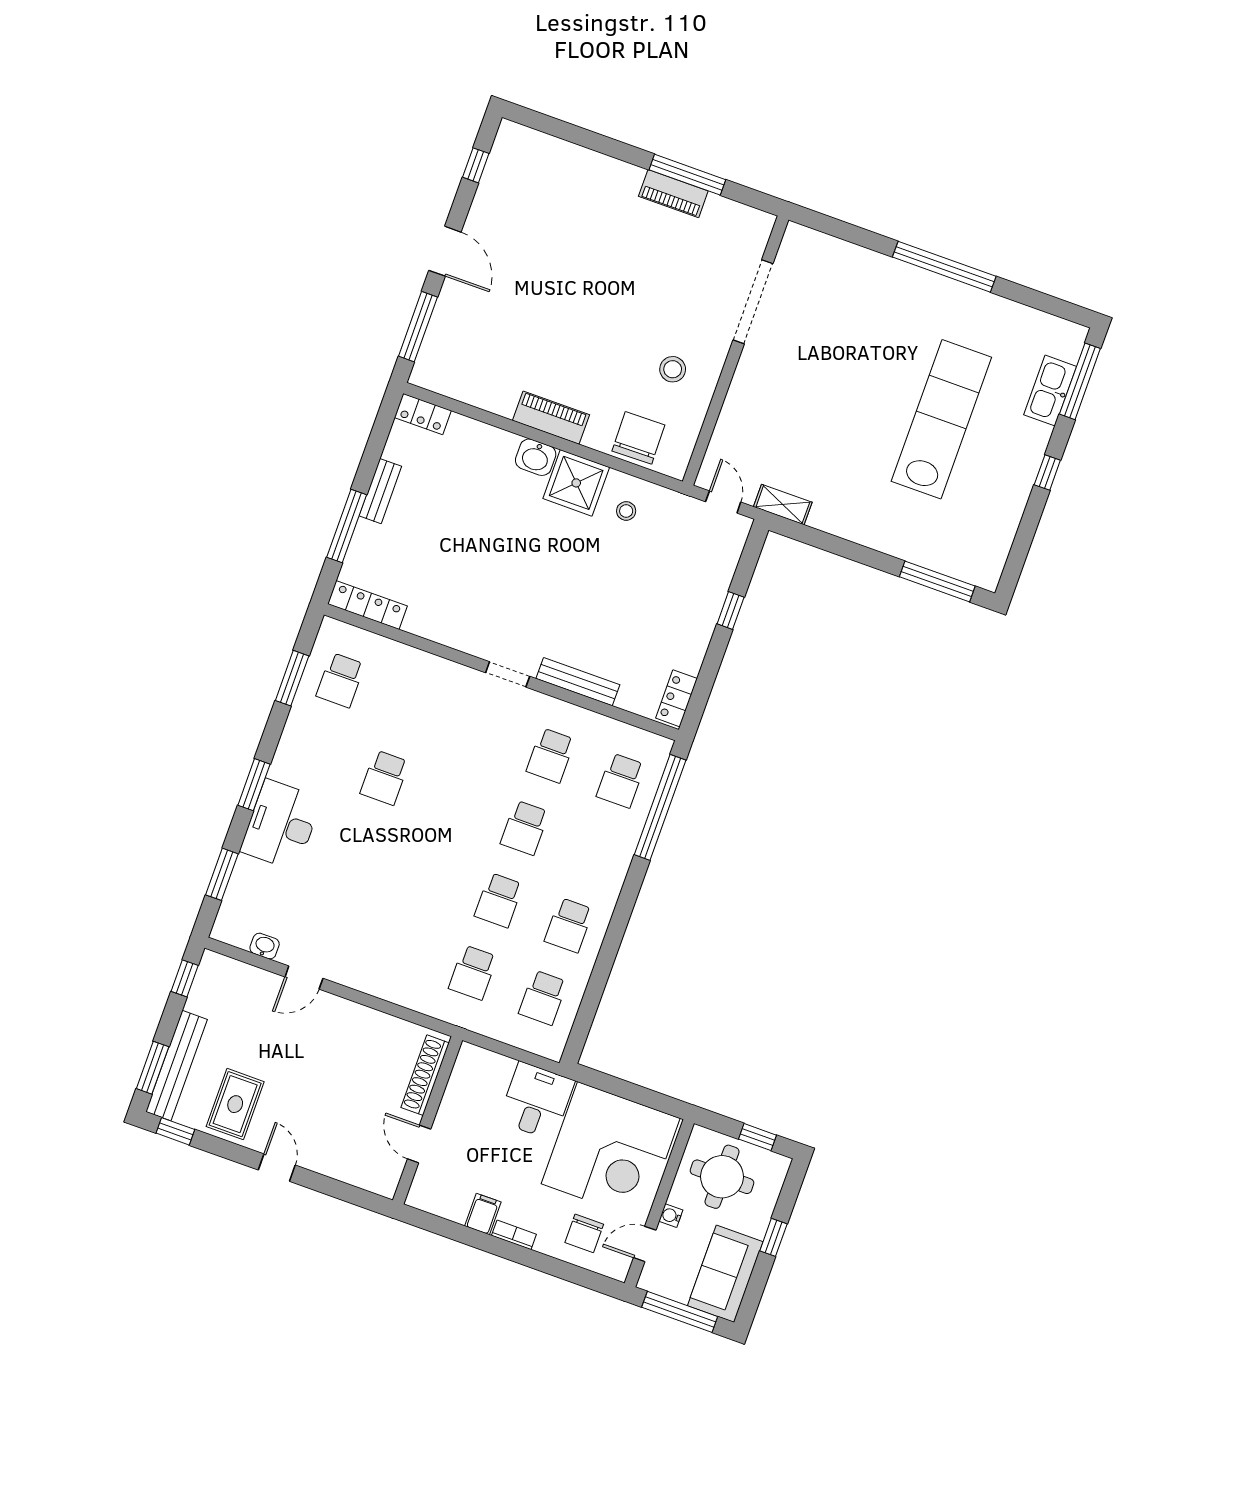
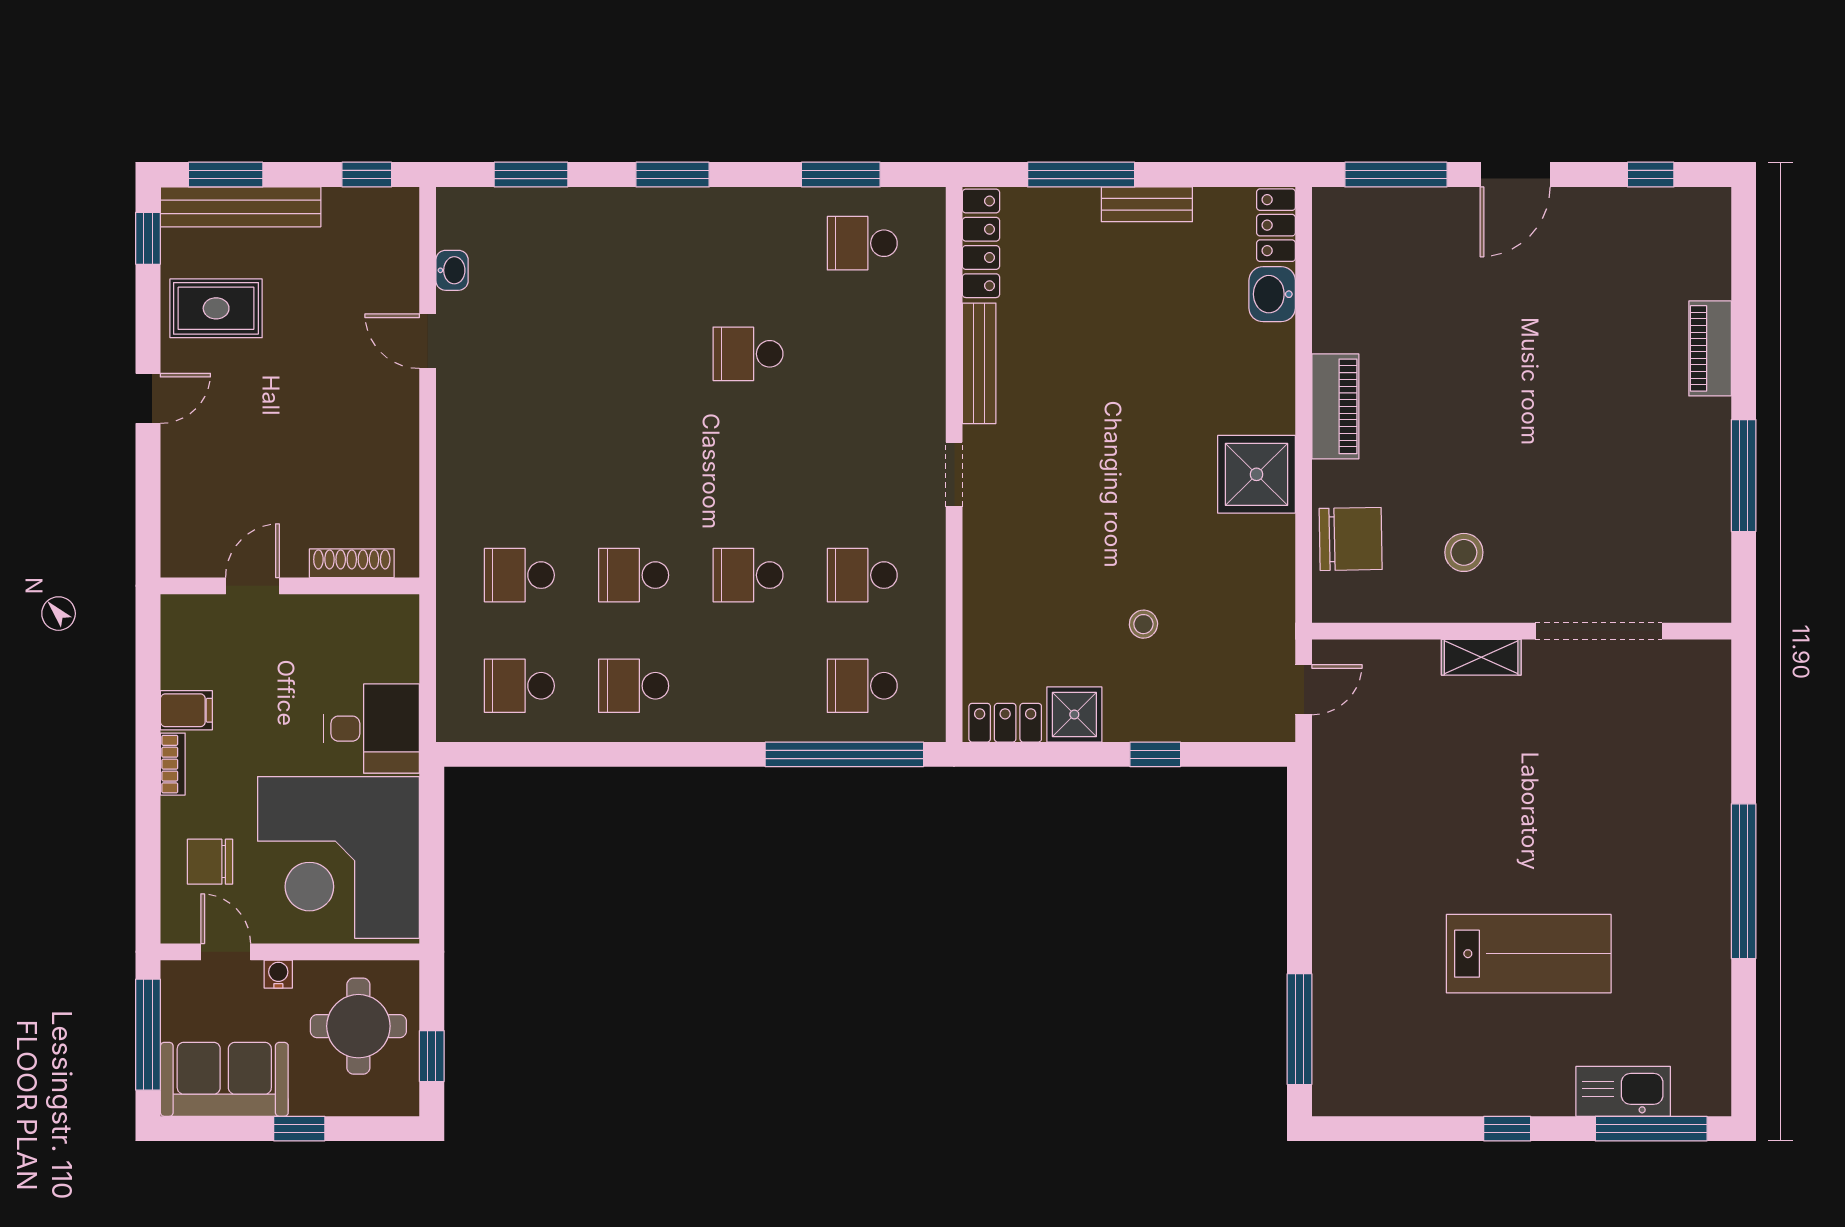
piano: (673, 194) -> (1710, 348), moved
lab bench: (941, 419) -> (1529, 954), width x0.73
washbasin: (536, 457) -> (1272, 294), moved
shelving: (783, 505) -> (1481, 657), moved, turned 90
stool: (626, 511) -> (1143, 624), moved
shower: (687, 653) -> (1074, 714), added
bench: (578, 682) -> (979, 363), moved
desk: (281, 825) -> (630, 233), removed
shoe rack: (425, 1075) -> (352, 563), width x0.74, depth x0.81

